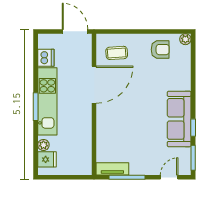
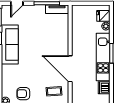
door: (94, 85) -> (70, 69), hinge flipped

